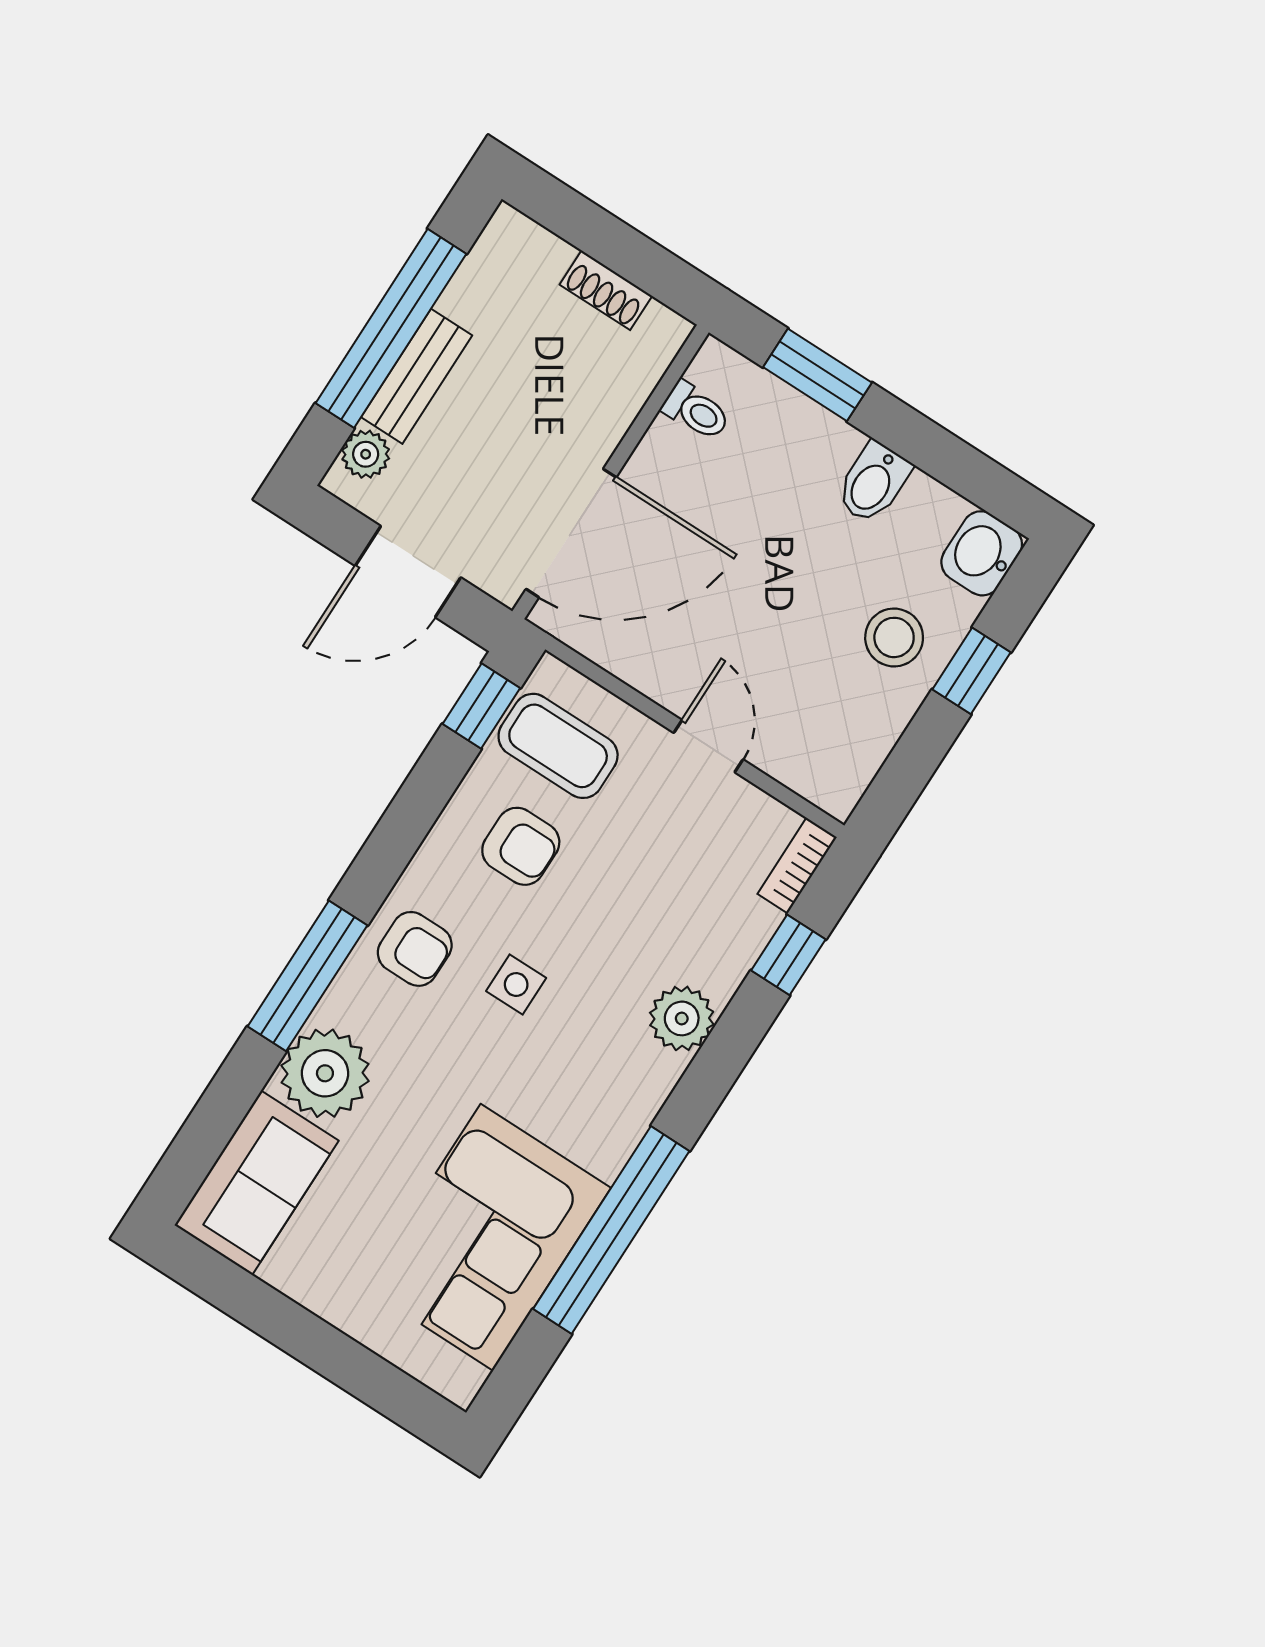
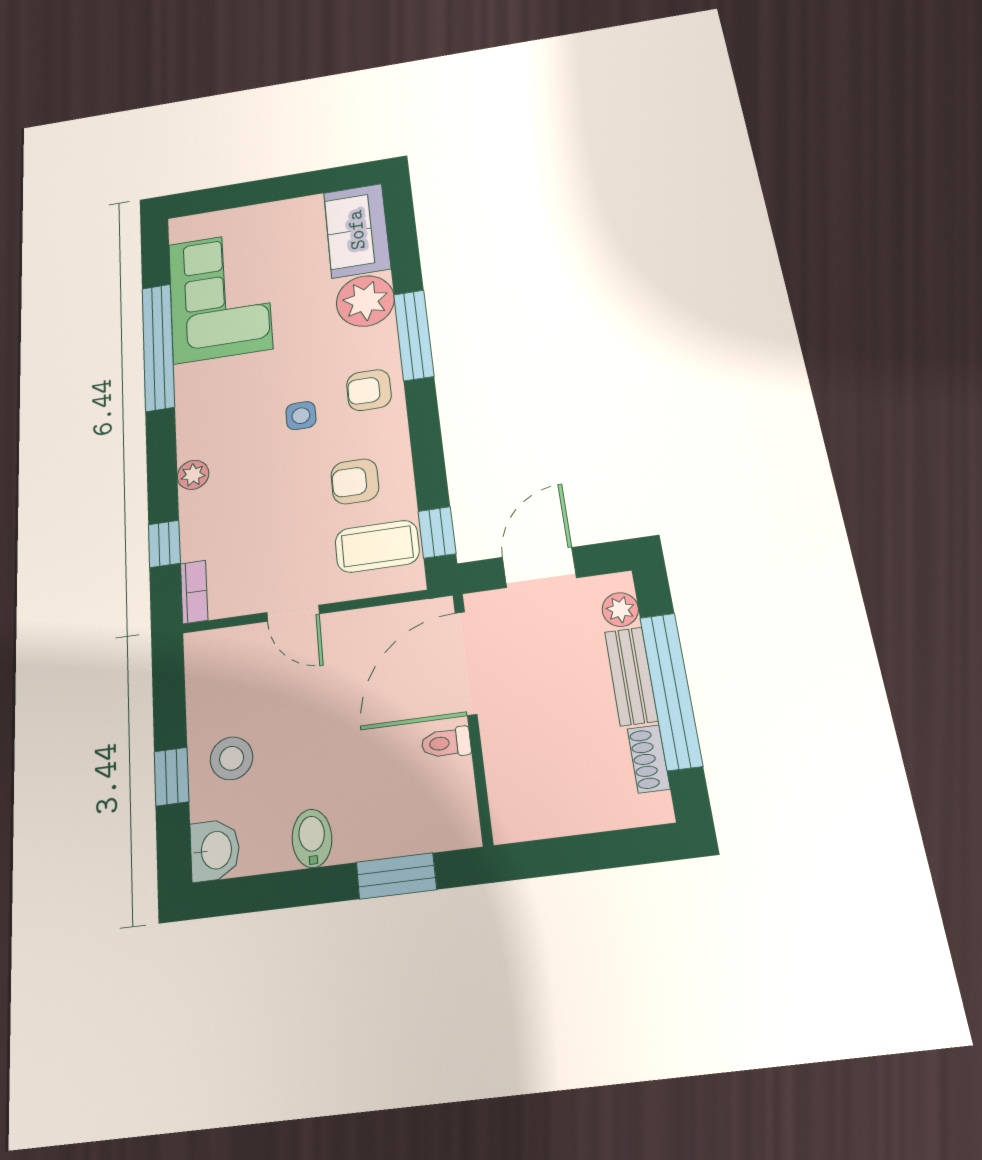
shoe rack: (606, 290) -> (649, 759), moved, turned -90
toilet: (696, 411) -> (446, 743), moved
plant: (682, 1018) -> (193, 475), width x0.73, depth x0.73

